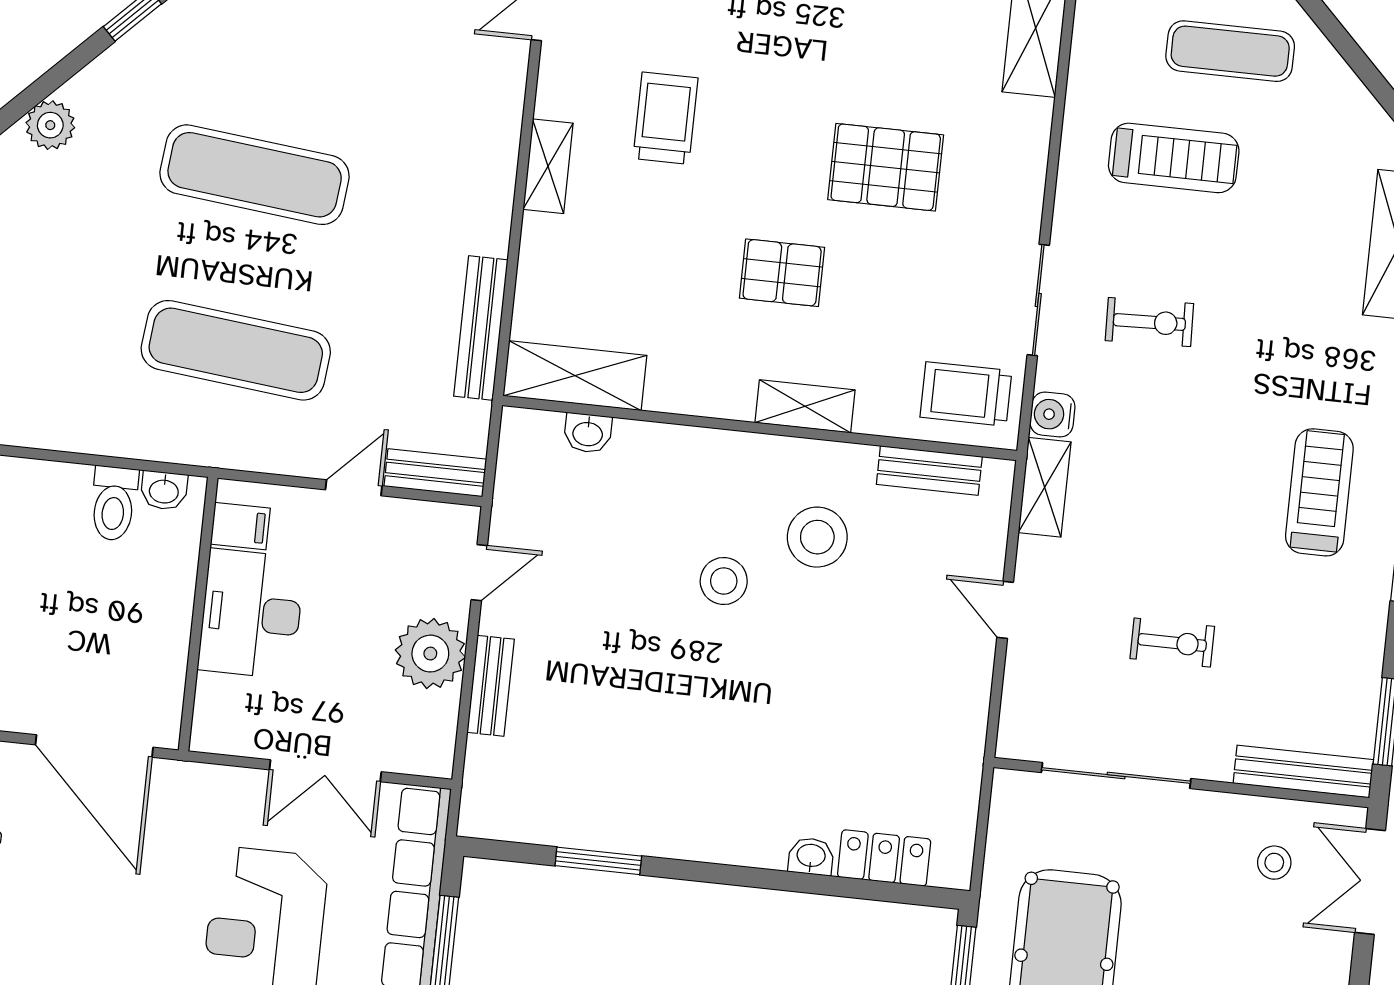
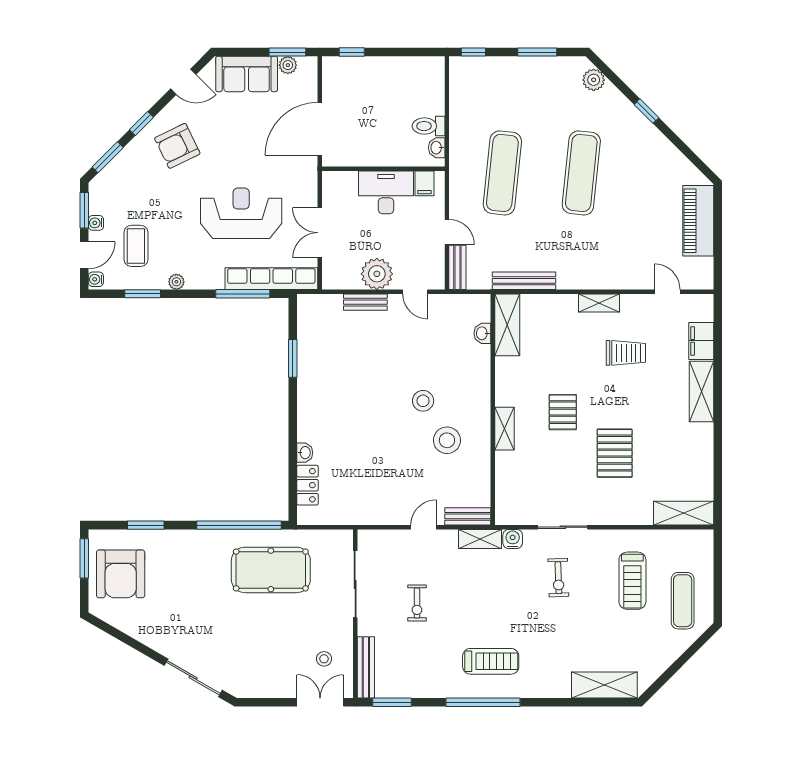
trolley: (966, 394) -> (518, 500), removed
bench: (929, 470) -> (468, 516), moved, turned 90

